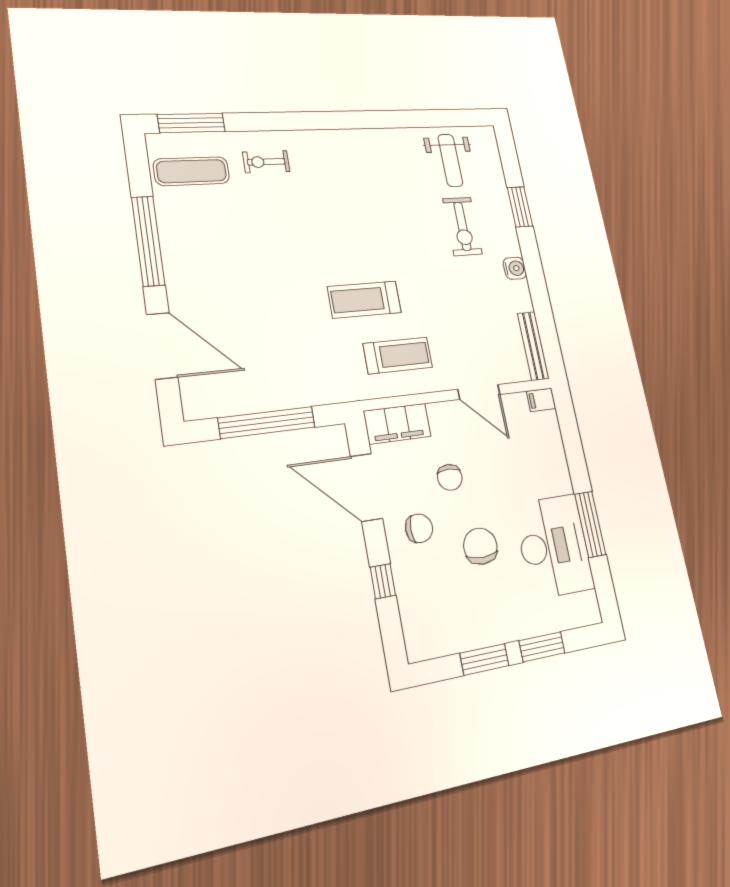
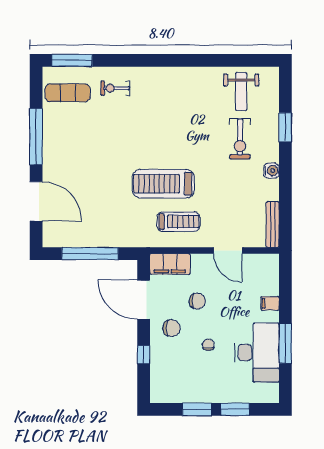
treadmill: (364, 300) -> (163, 184), width x1.37, depth x1.38
filing cabinet: (541, 400) -> (270, 303), moved
chair: (450, 477) -> (197, 301), turned -90
chair: (480, 546) -> (208, 345), width x0.54, depth x0.54

